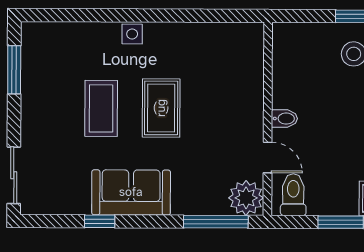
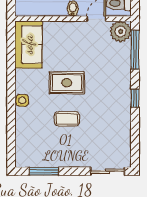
coffee table: (101, 108) -> (67, 119), width x0.73, depth x0.77
sofa: (131, 192) -> (28, 44), moved, turned 180
window: (100, 221) -> (135, 98), moved

